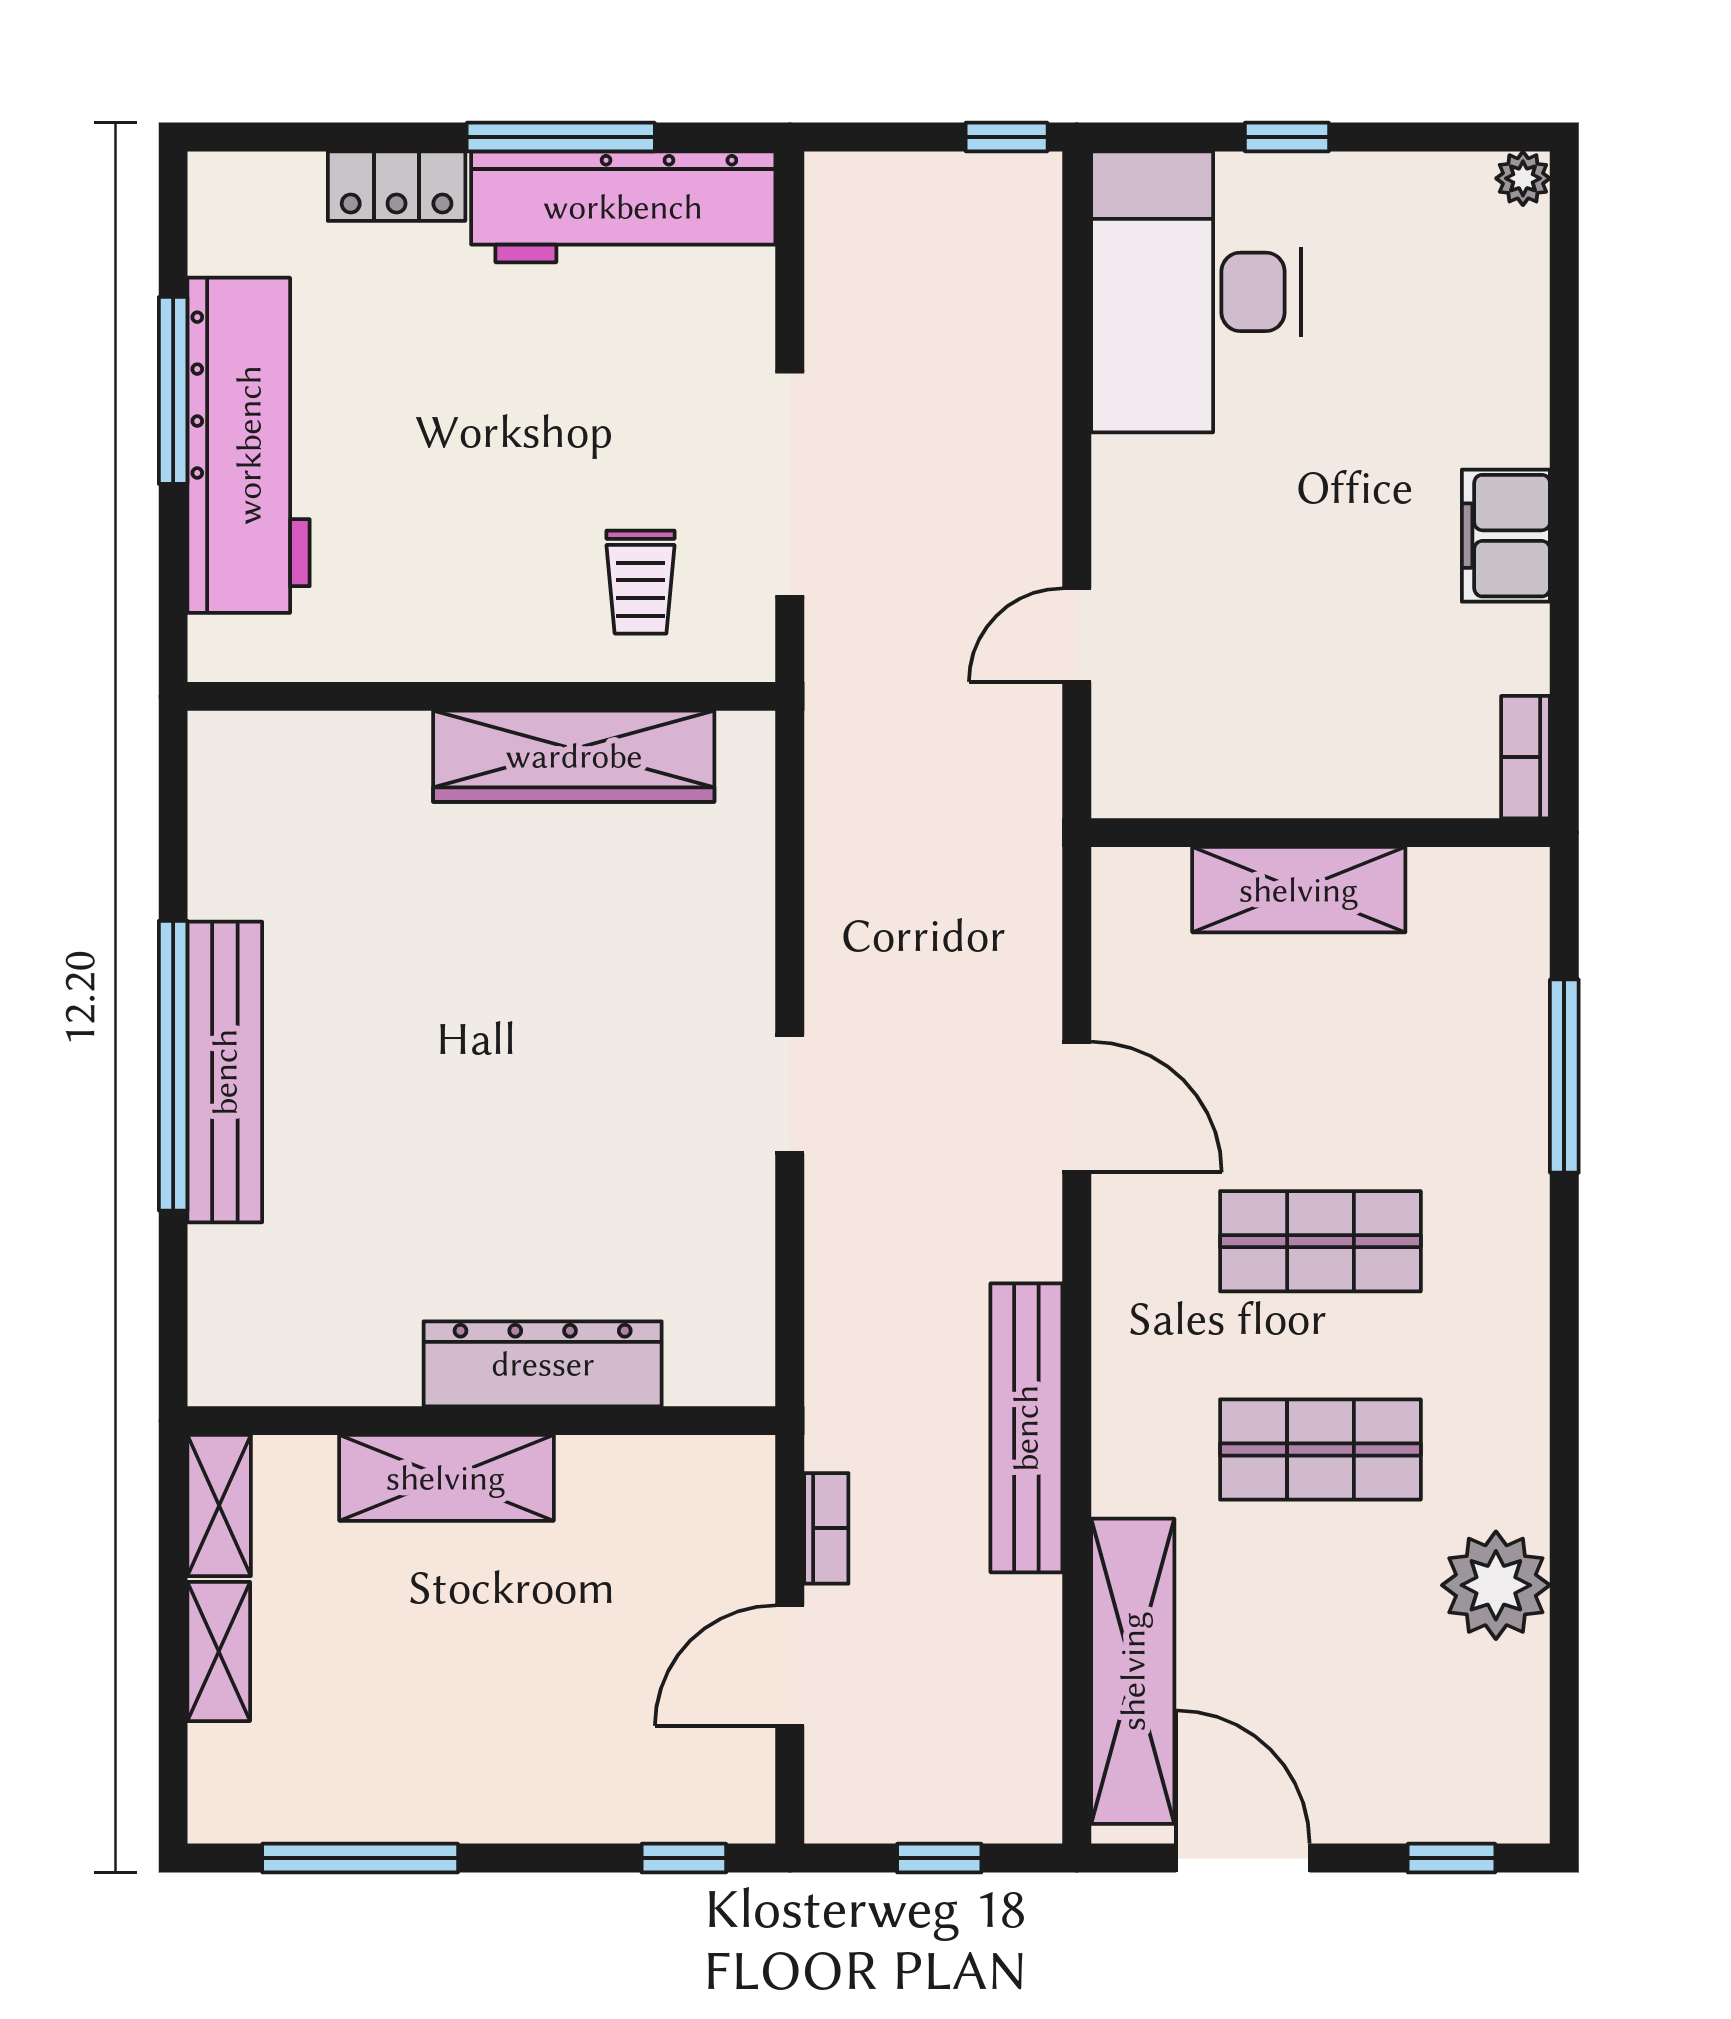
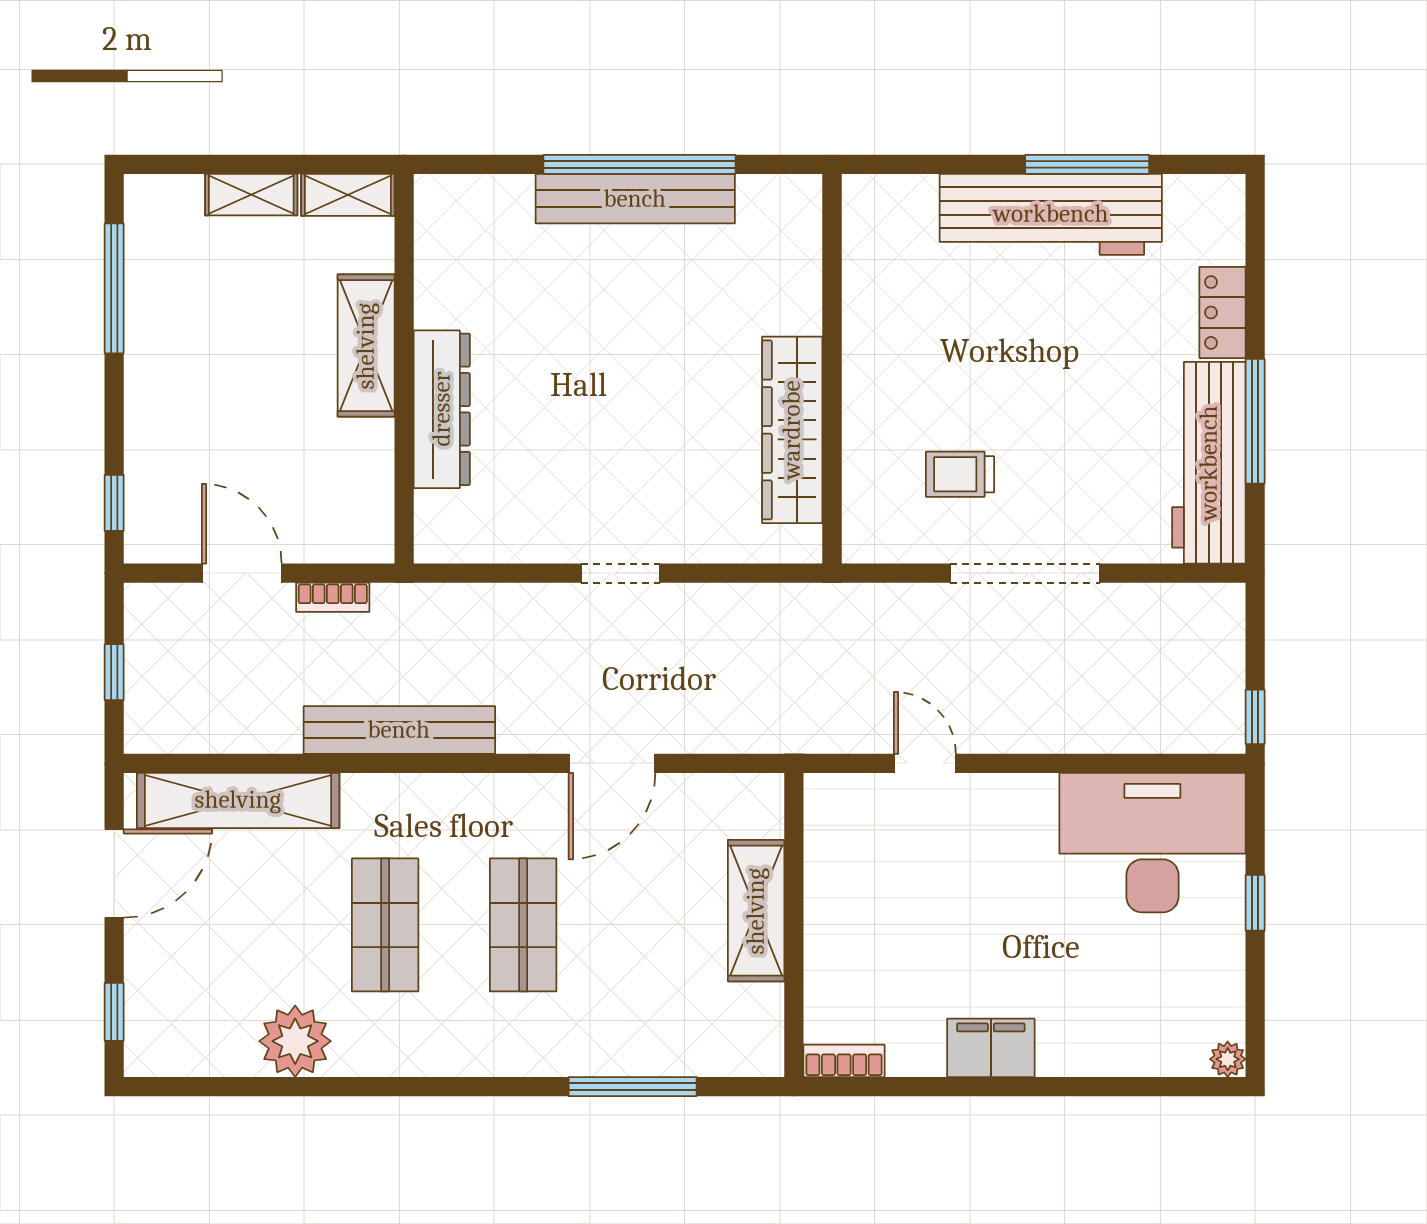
wall: (481, 696) -> (832, 369), moved
wardrobe: (574, 756) -> (792, 430), moved

